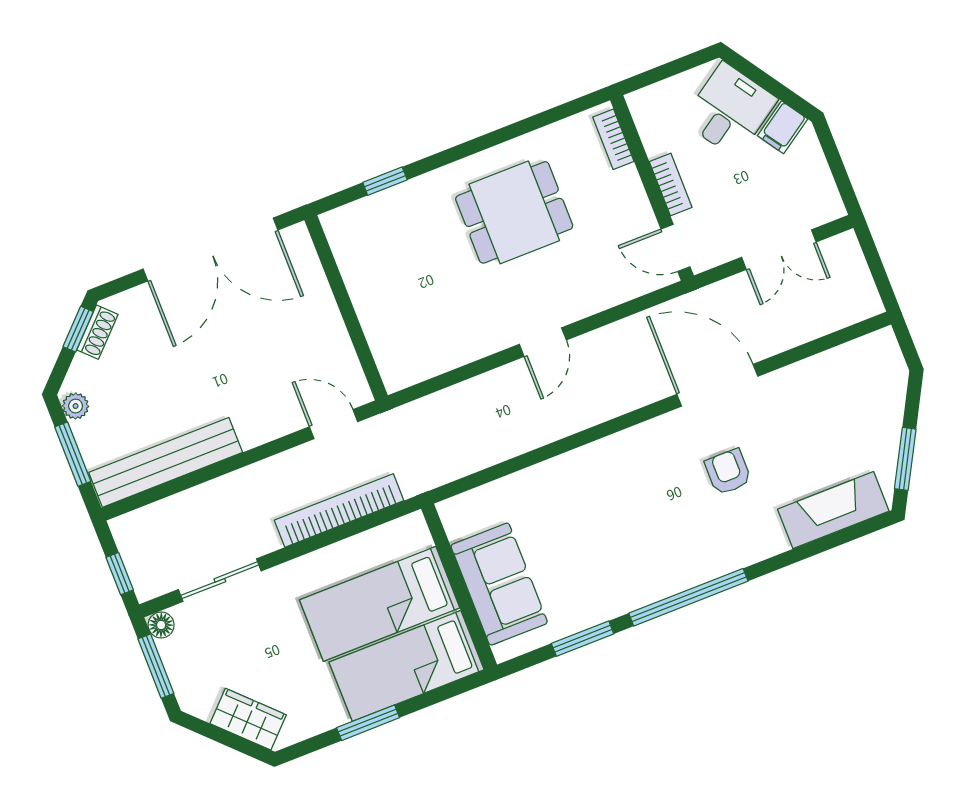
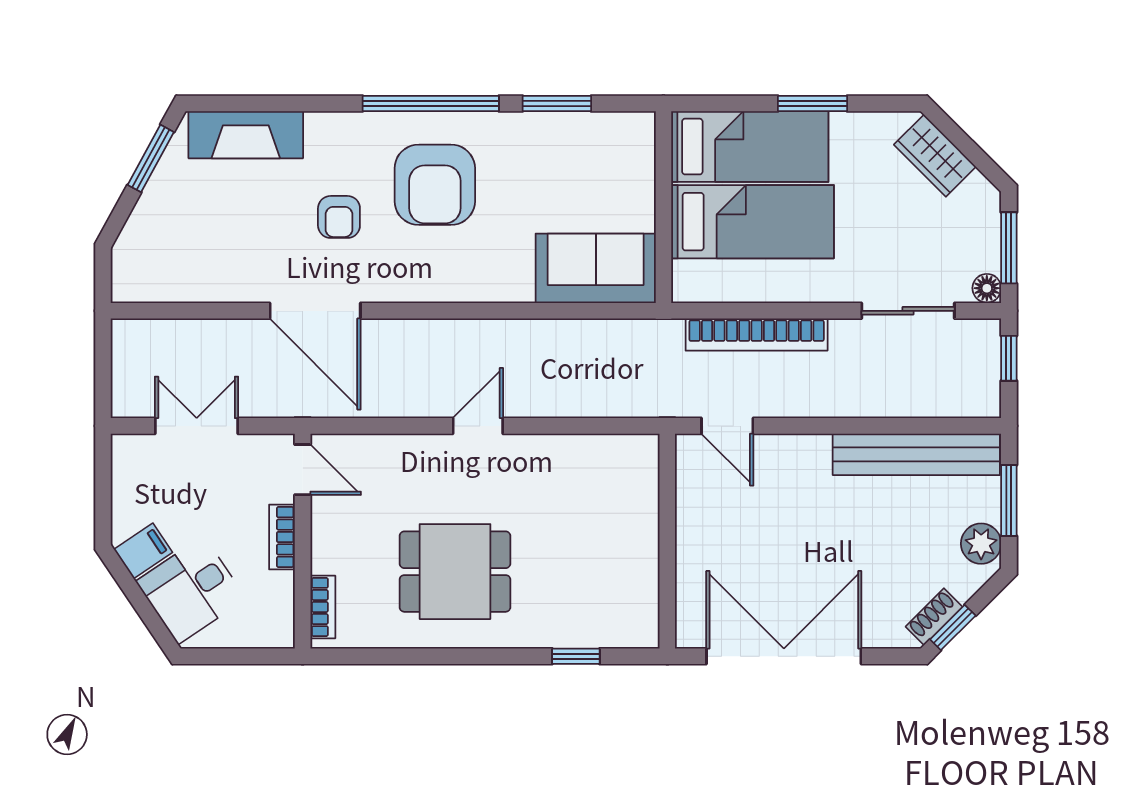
plant: (76, 406) -> (981, 544), width x1.38, depth x1.38
armchair: (658, 530) -> (435, 185), added
sofa: (499, 584) -> (596, 268), moved, turned 90

